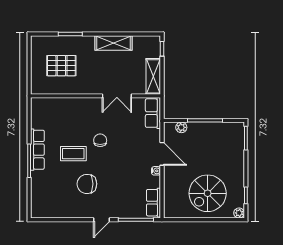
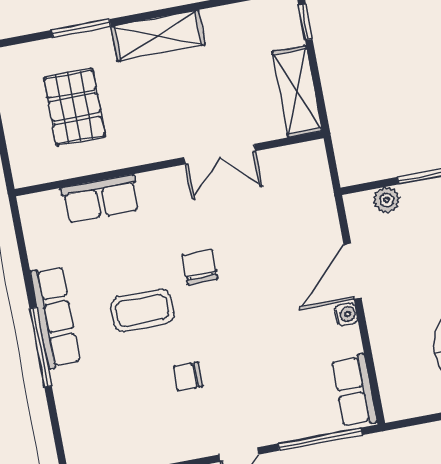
shelving: (114, 43) -> (158, 36), moved
pallet: (61, 66) -> (74, 107), turned 90
row of seats: (153, 113) -> (100, 199), moved, turned -90
door: (162, 154) -> (353, 271), swing flipped
chair: (87, 184) -> (188, 376), width x0.54, depth x0.54

